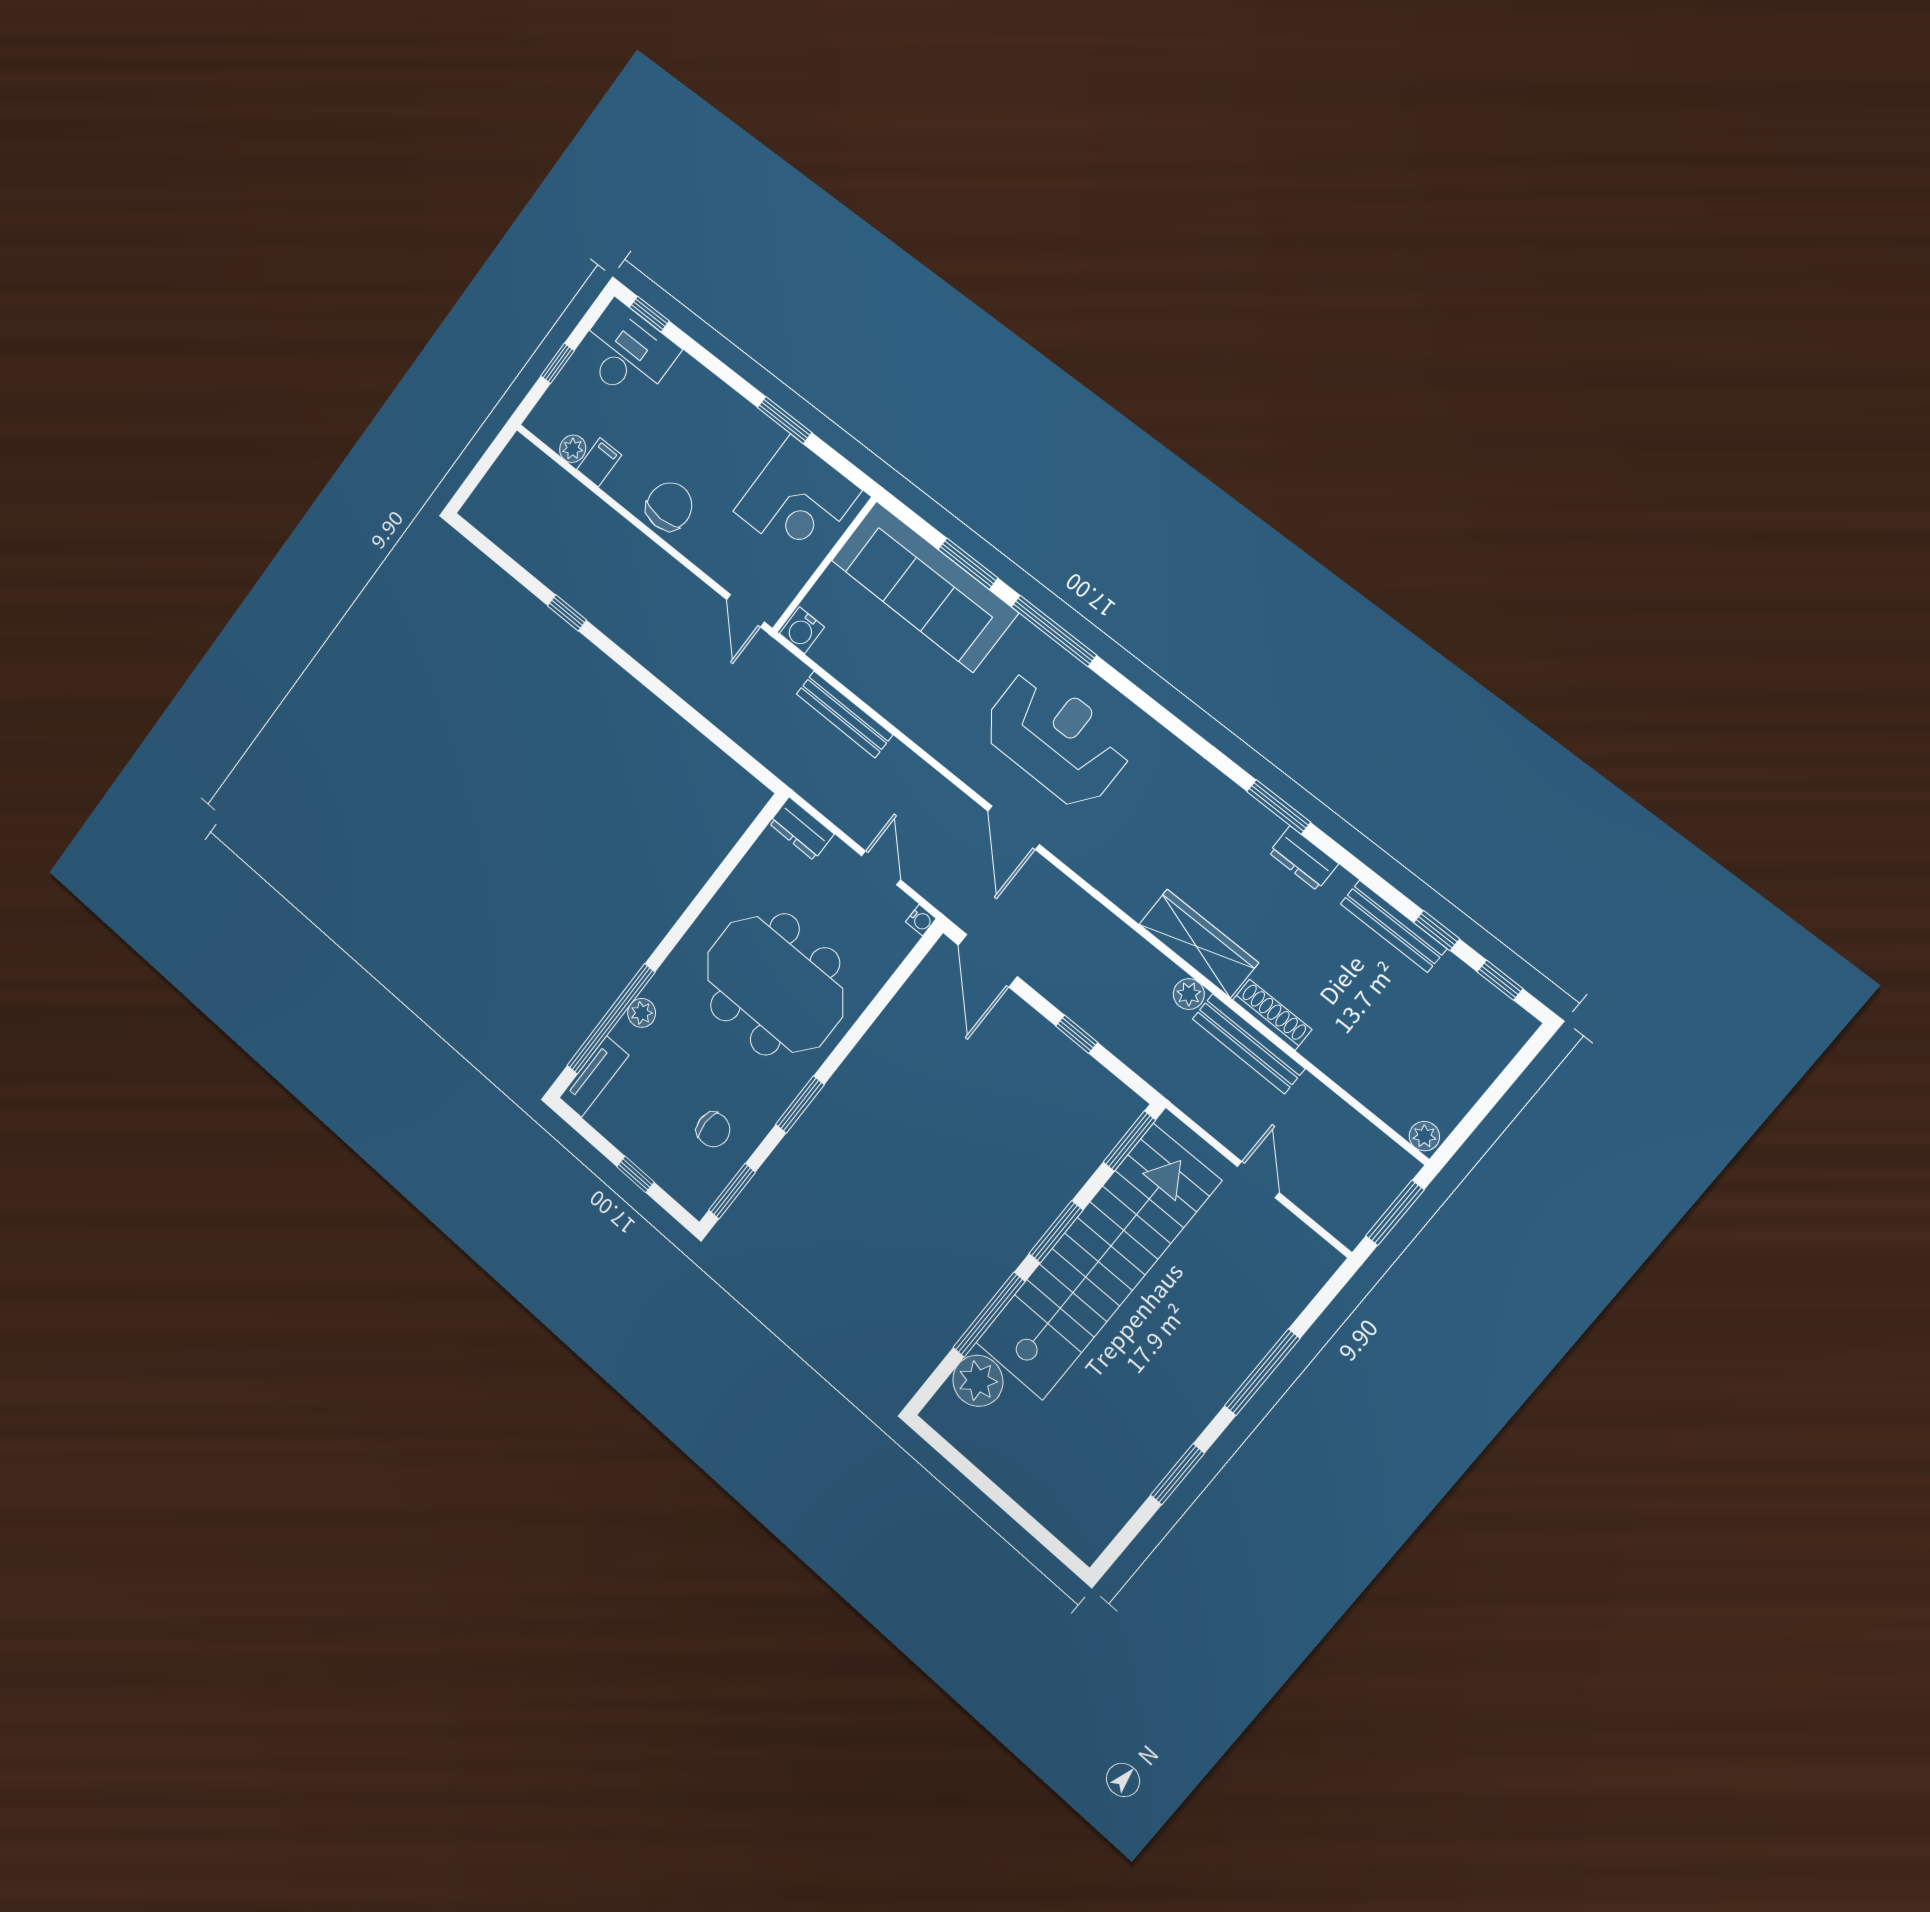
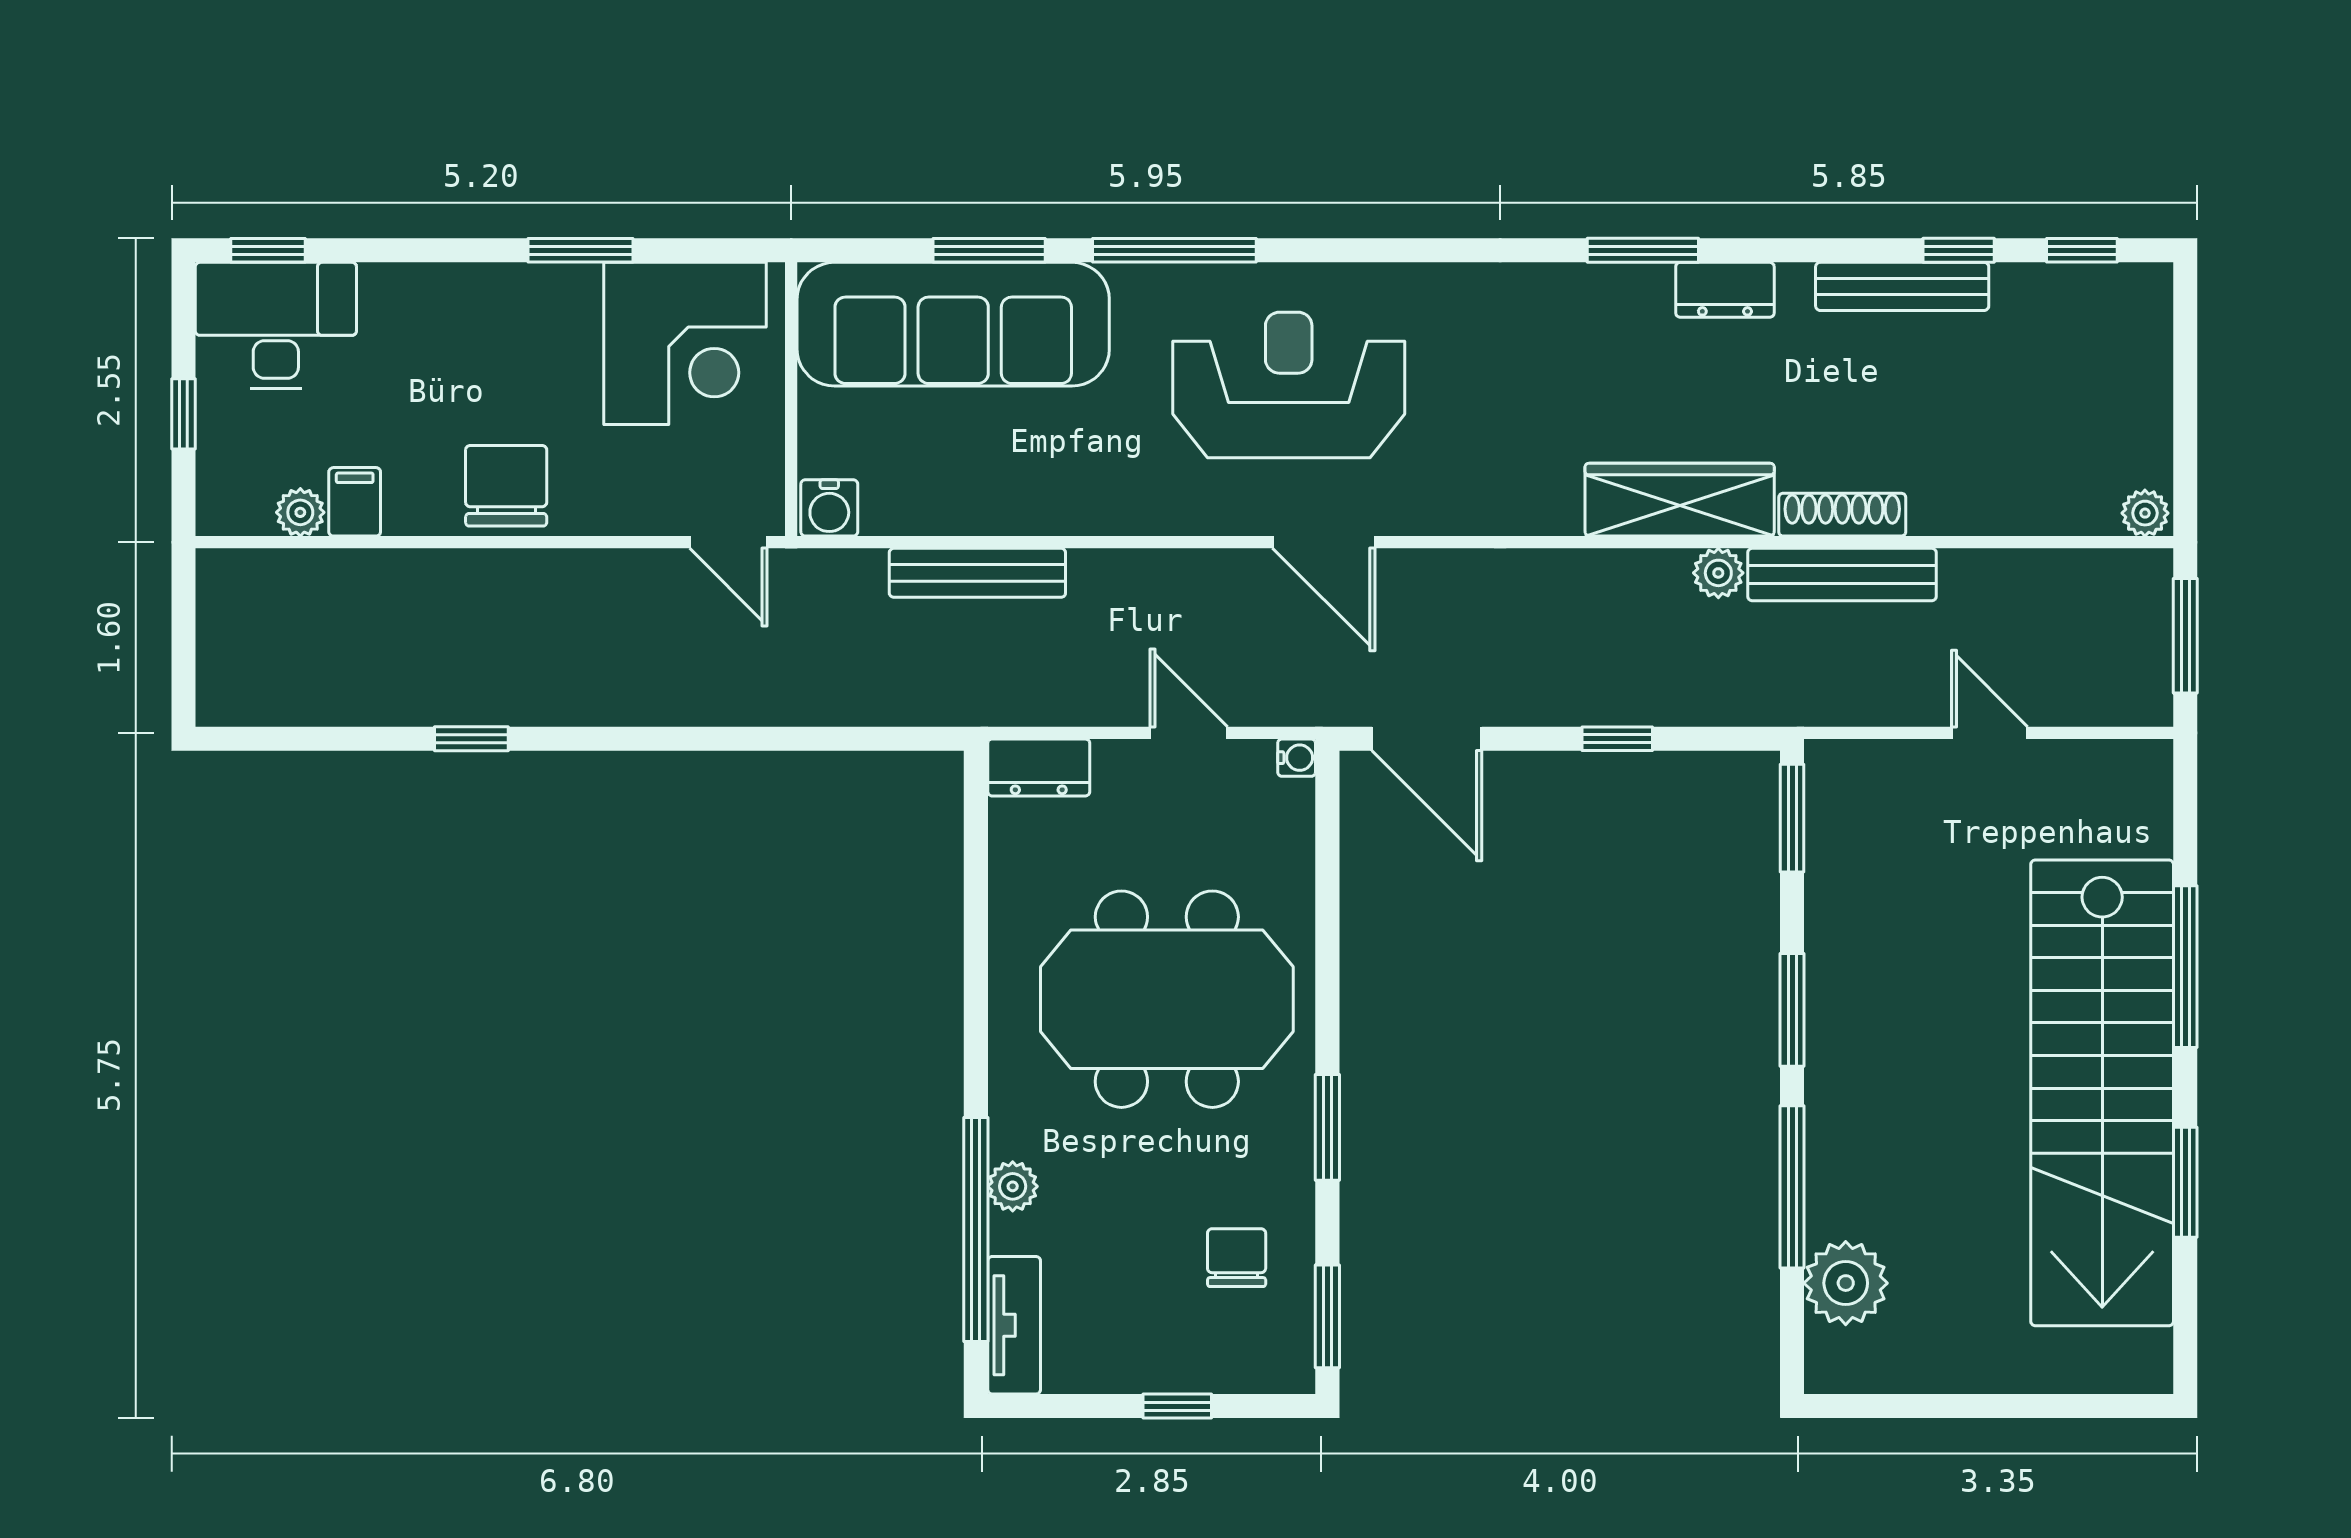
chair: (713, 1130) -> (1237, 1258), turned -90
stairs: (1098, 1262) -> (2102, 1093), moved, turned 180

